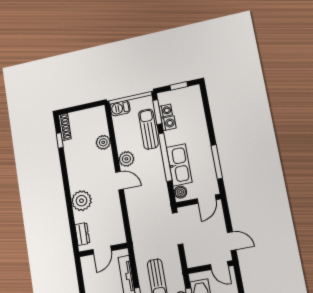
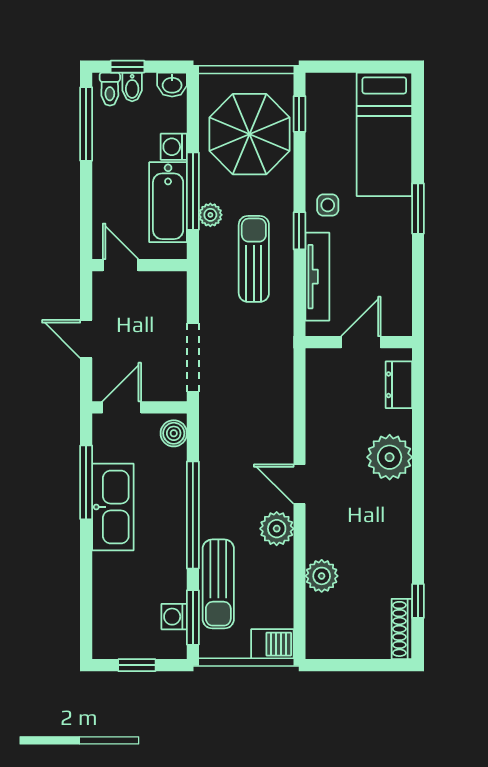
washing machine: (169, 123) -> (173, 587), removed
kitchen sink: (179, 165) -> (113, 507), moved, turned 180
door: (232, 241) -> (86, 339), moved

